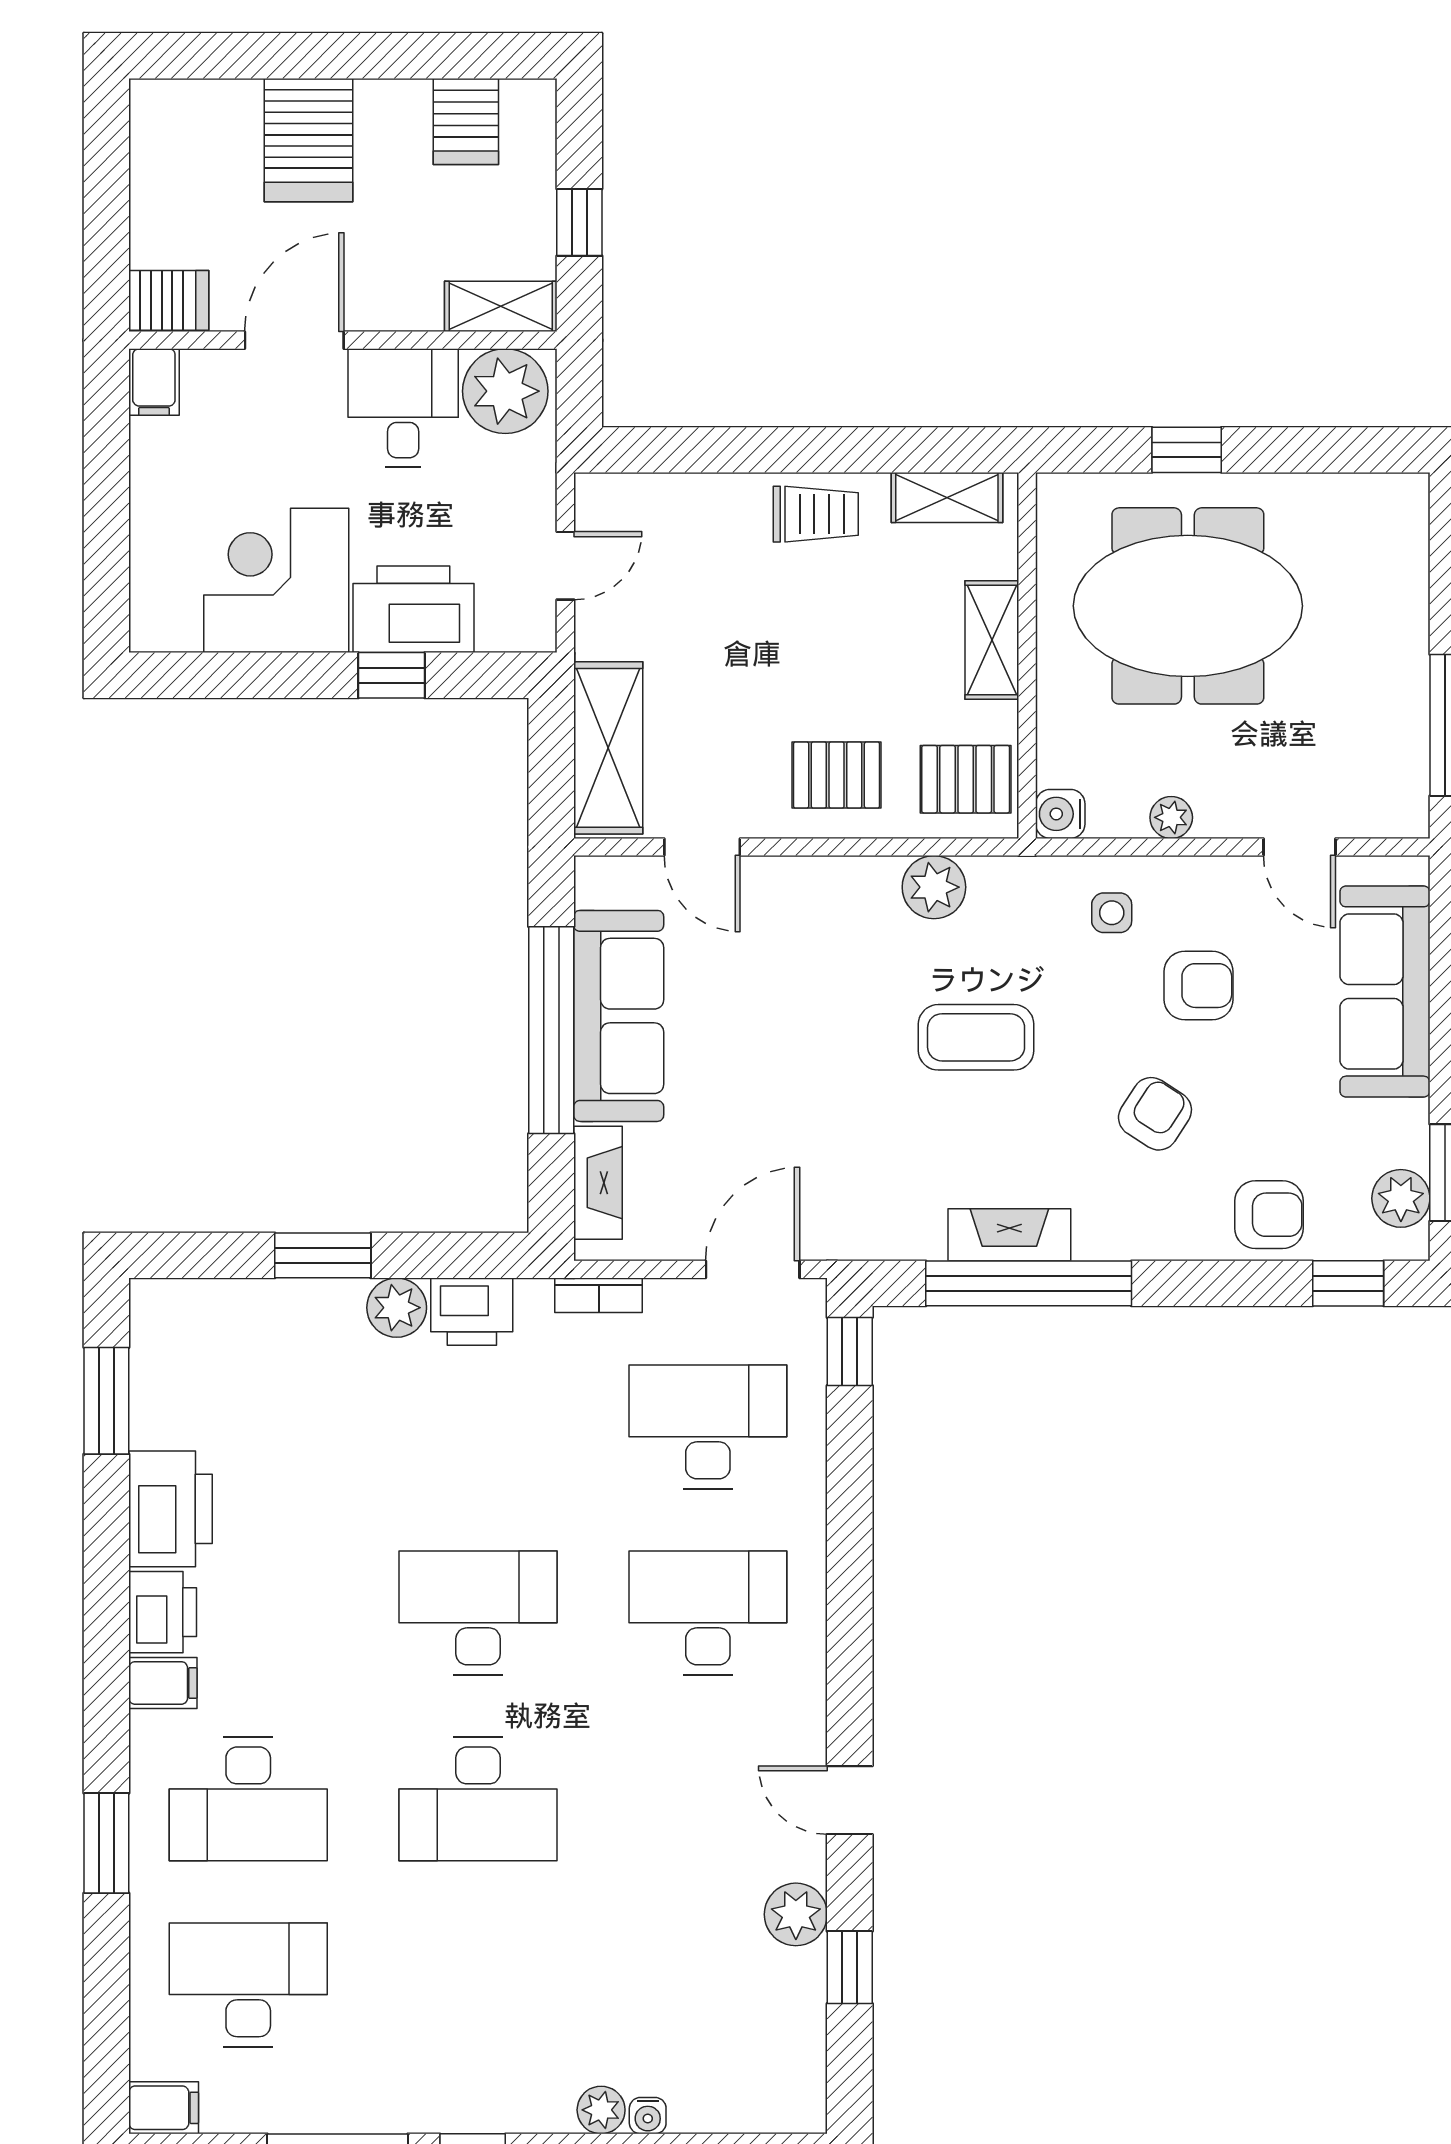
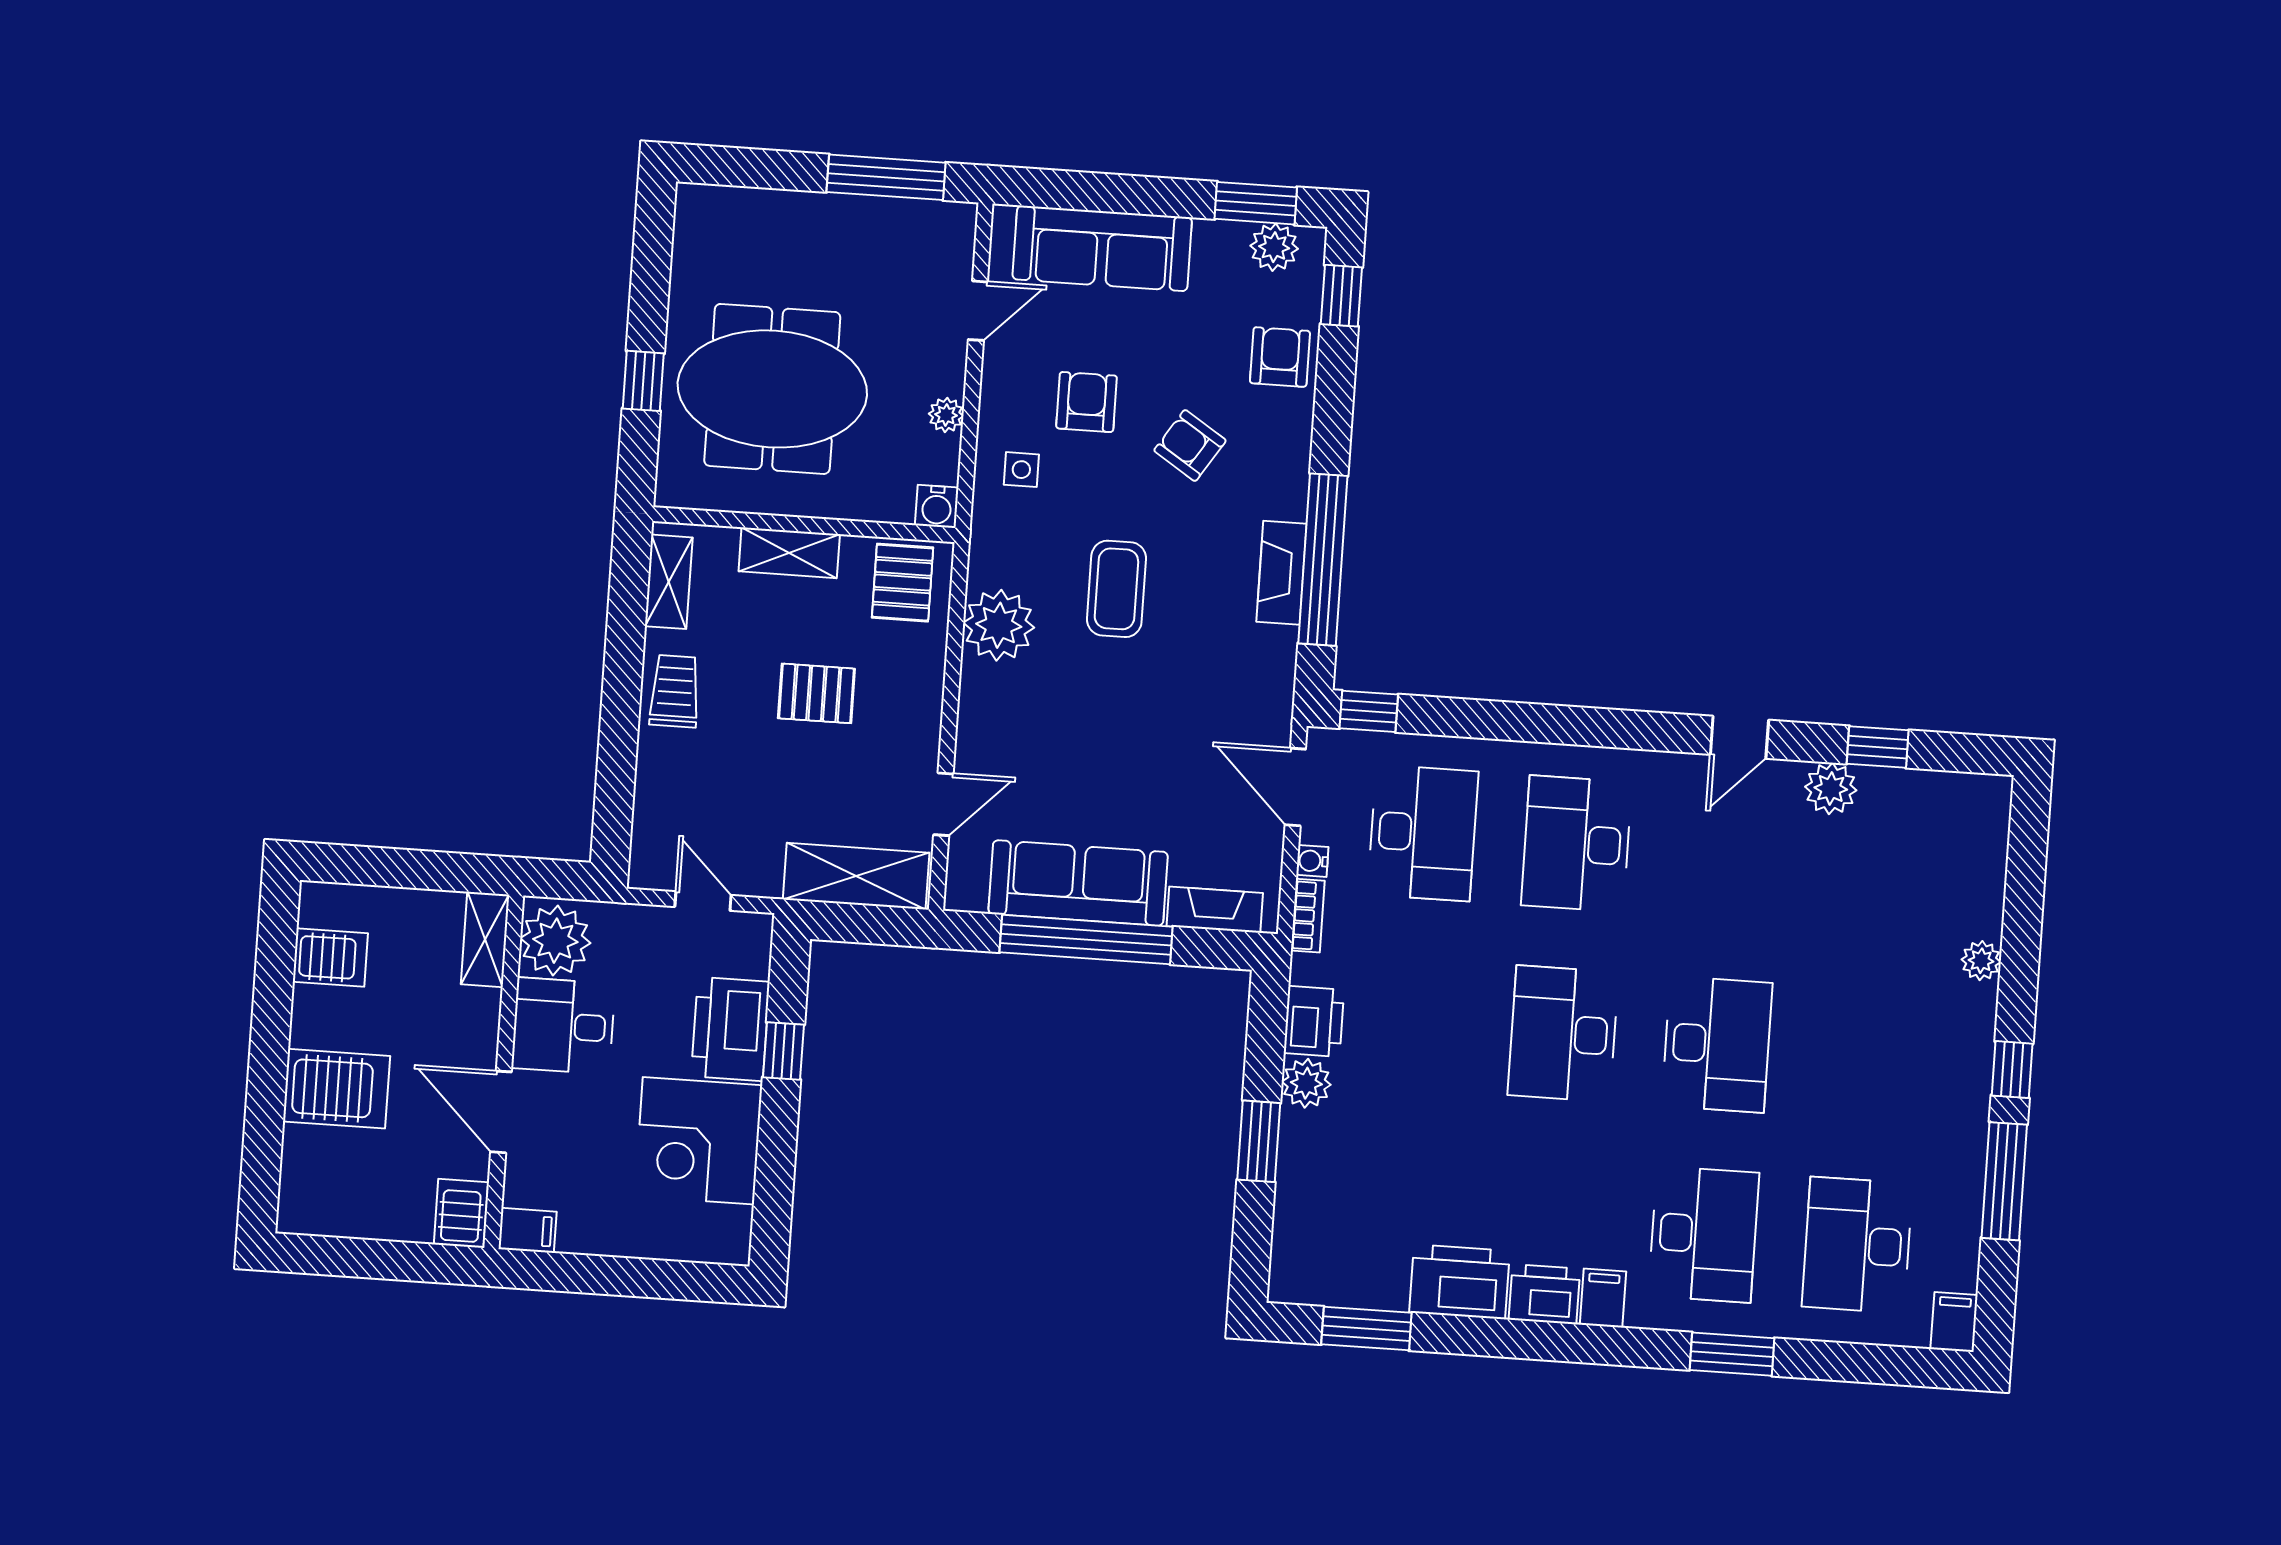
window: (579, 222) -> (420, 870), removed
meeting table: (1188, 606) -> (772, 389), turned 90
pallet: (837, 775) -> (816, 693), moved, turned 90
plant: (934, 887) -> (999, 625), width x1.36, depth x1.36
desk: (708, 1427) -> (1423, 833), turned 180
water cooler: (648, 2116) -> (1312, 861), moved, turned 180

